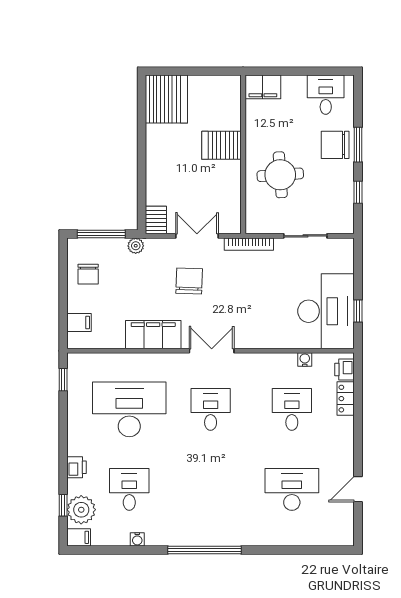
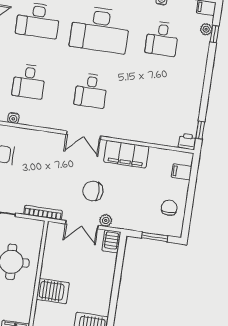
window: (101, 234) -> (155, 237), width x0.69
plant: (136, 246) -> (106, 220), moved
chair: (189, 281) -> (93, 191), turned 88
desk: (129, 409) -> (100, 29), moved
printer: (77, 467) -> (187, 142), moved, turned 90
plant: (81, 510) -> (206, 29), width x0.53, depth x0.53

